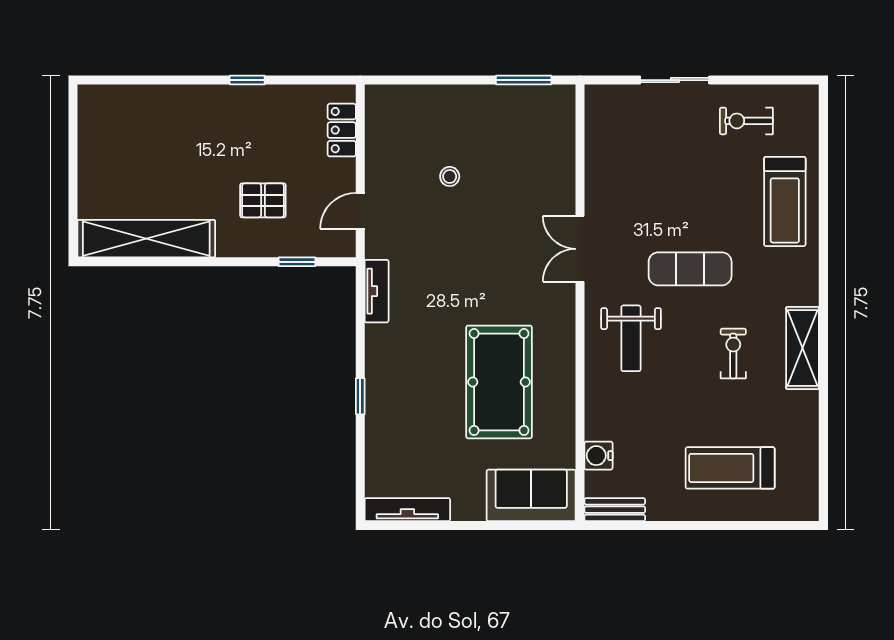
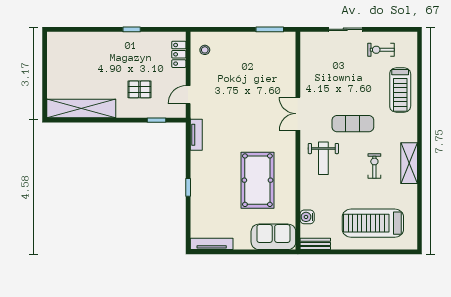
stool: (450, 176) -> (205, 50), moved
treadmill: (730, 468) -> (373, 223), width x1.37, depth x1.38

